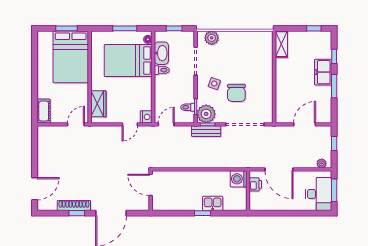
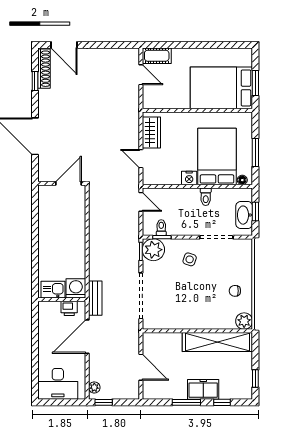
plant: (212, 38) -> (244, 321), moved
shelving: (281, 44) -> (217, 342), width x2.20, depth x1.33
washbasin: (161, 53) -> (244, 215), moved, turned 90
chair: (236, 93) -> (235, 291), moved, width x0.54, depth x0.54
wardrobe: (98, 104) -> (151, 132), moved, turned -90
nightstand: (146, 117) -> (189, 178), moved
door: (76, 124) -> (141, 75), moved
bench: (206, 131) -> (95, 298), moved
window: (334, 143) -> (104, 402), moved
window: (334, 190) -> (62, 402), removed
kitchen sink: (213, 203) -> (53, 290), moved, turned -90
shoe rack: (74, 205) -> (44, 69), moved
window: (77, 213) -> (35, 81), moved
window: (202, 213) -> (35, 245), removed

